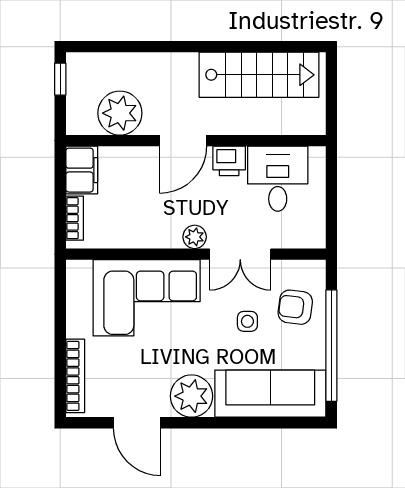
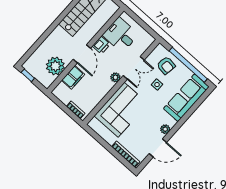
filing cabinet: (82, 170) -> (73, 77), moved, turned 90
armchair: (295, 307) -> (166, 65), turned -89
plant: (192, 396) -> (165, 129), width x0.53, depth x0.53

